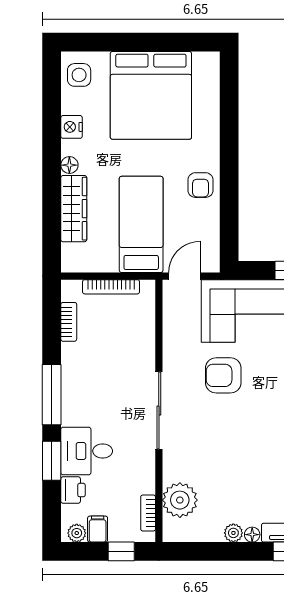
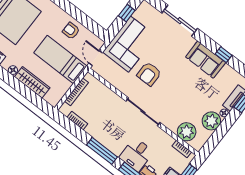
armchair: (200, 185) -> (71, 31), moved, turned 180
plant: (233, 533) -> (211, 121), width x1.88, depth x1.88

